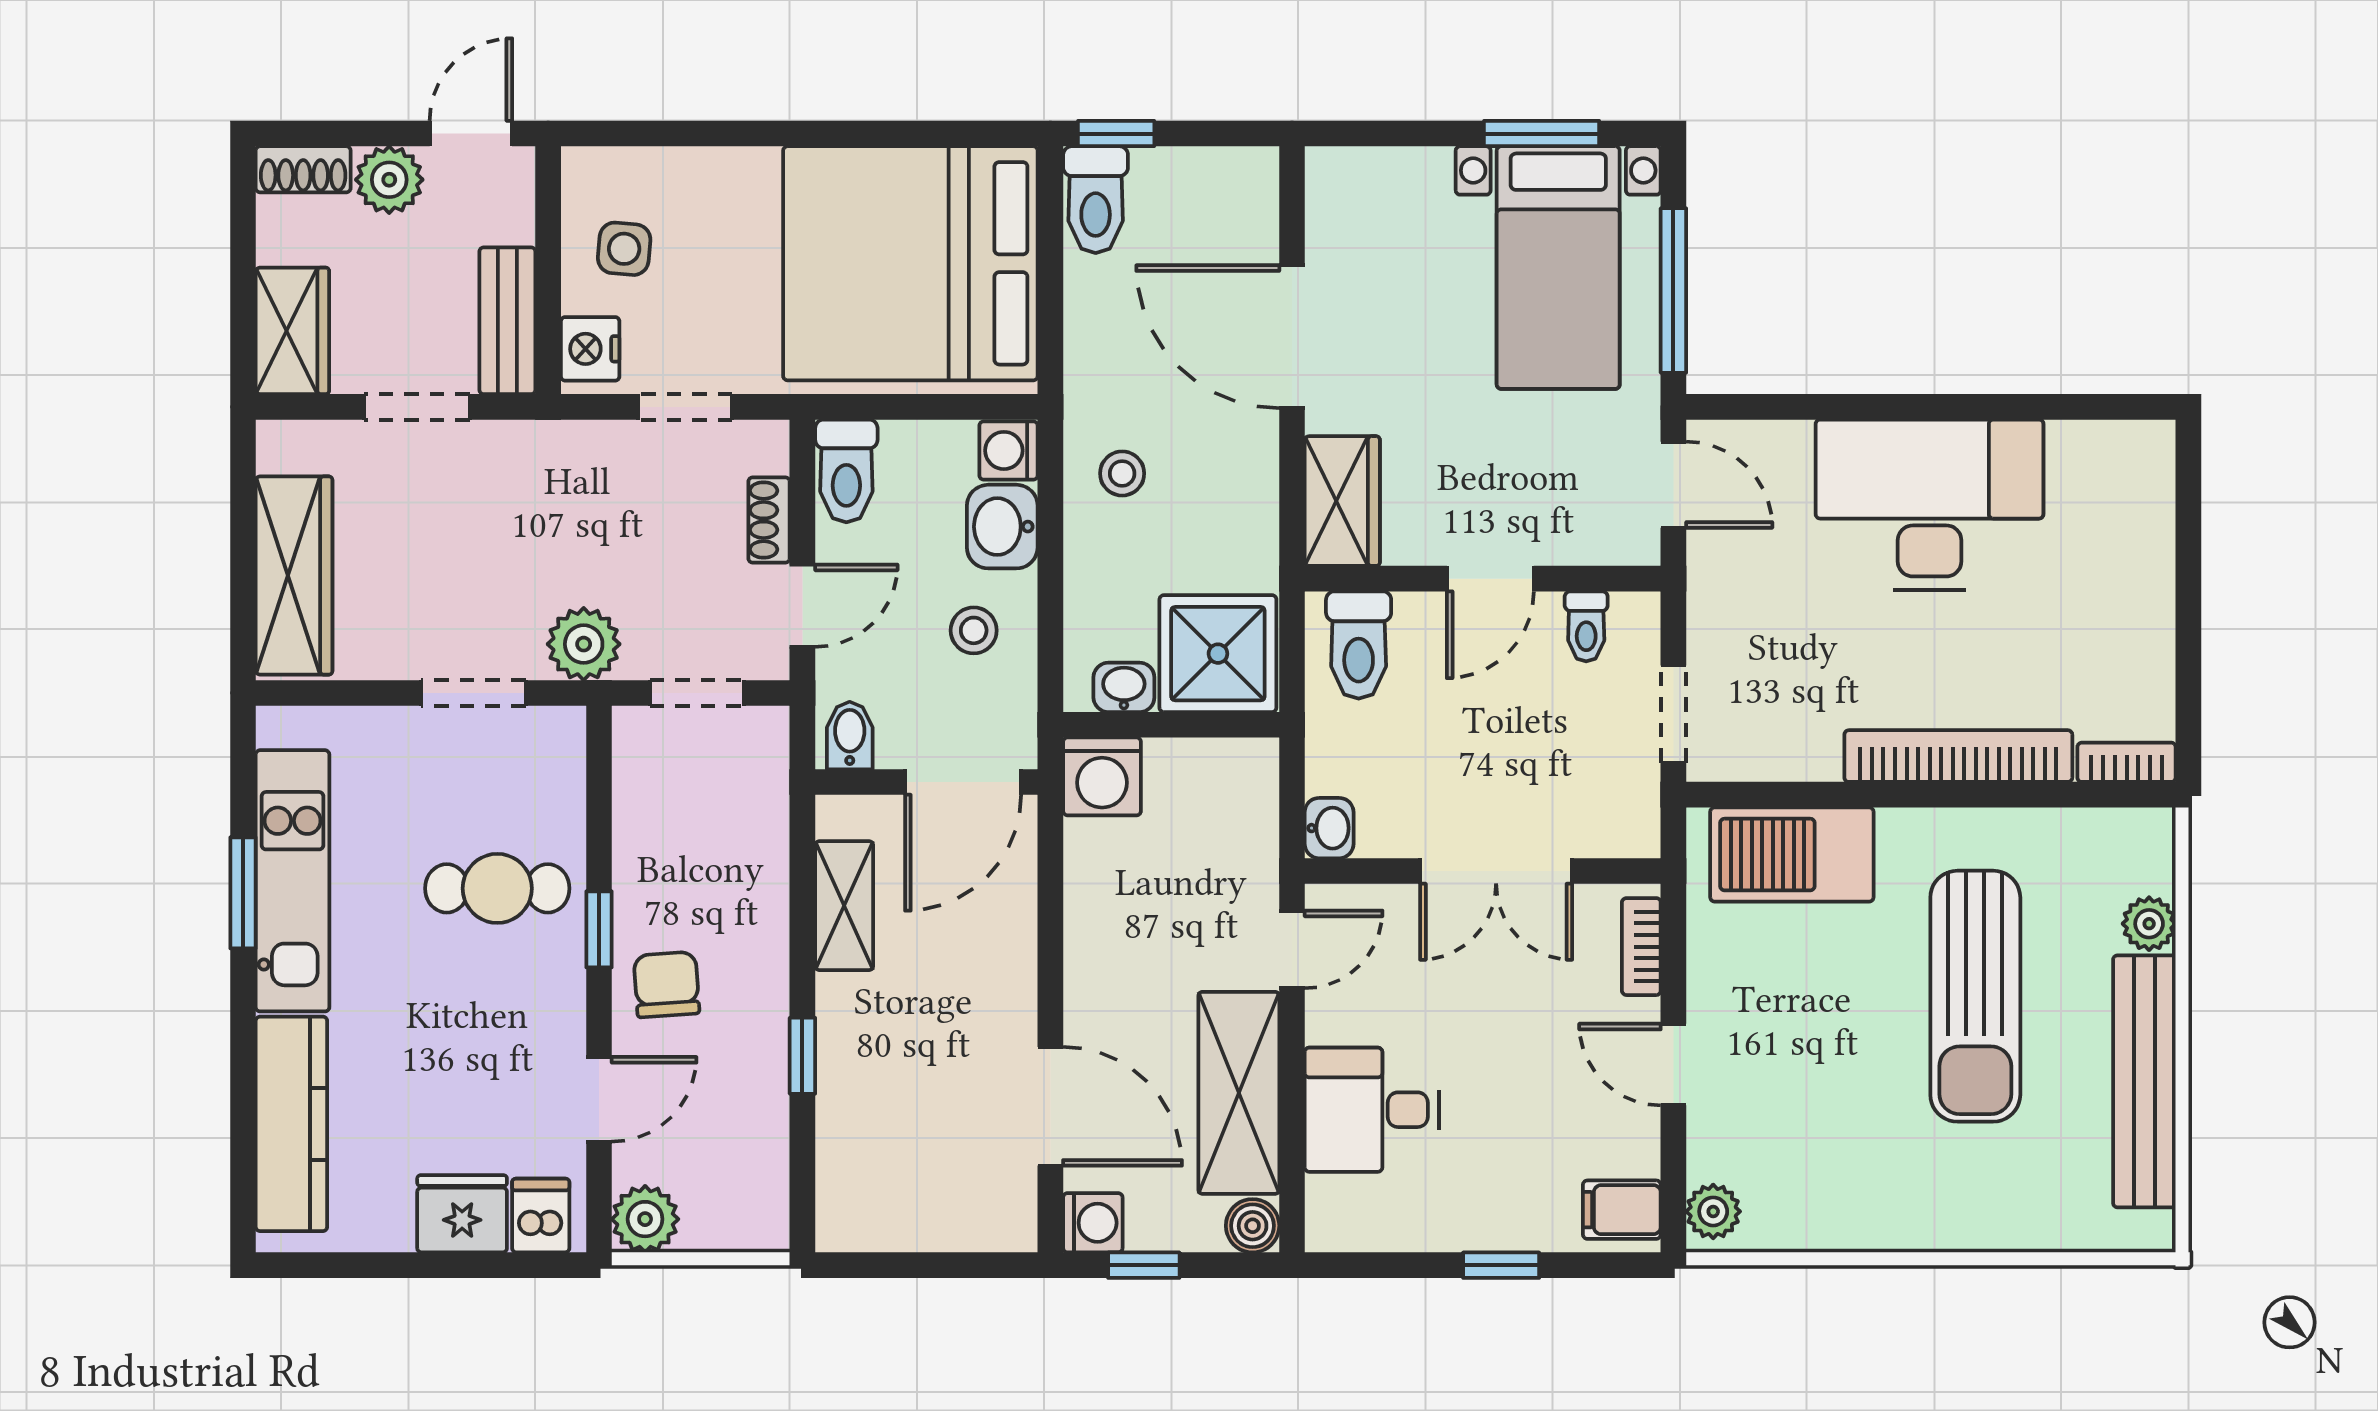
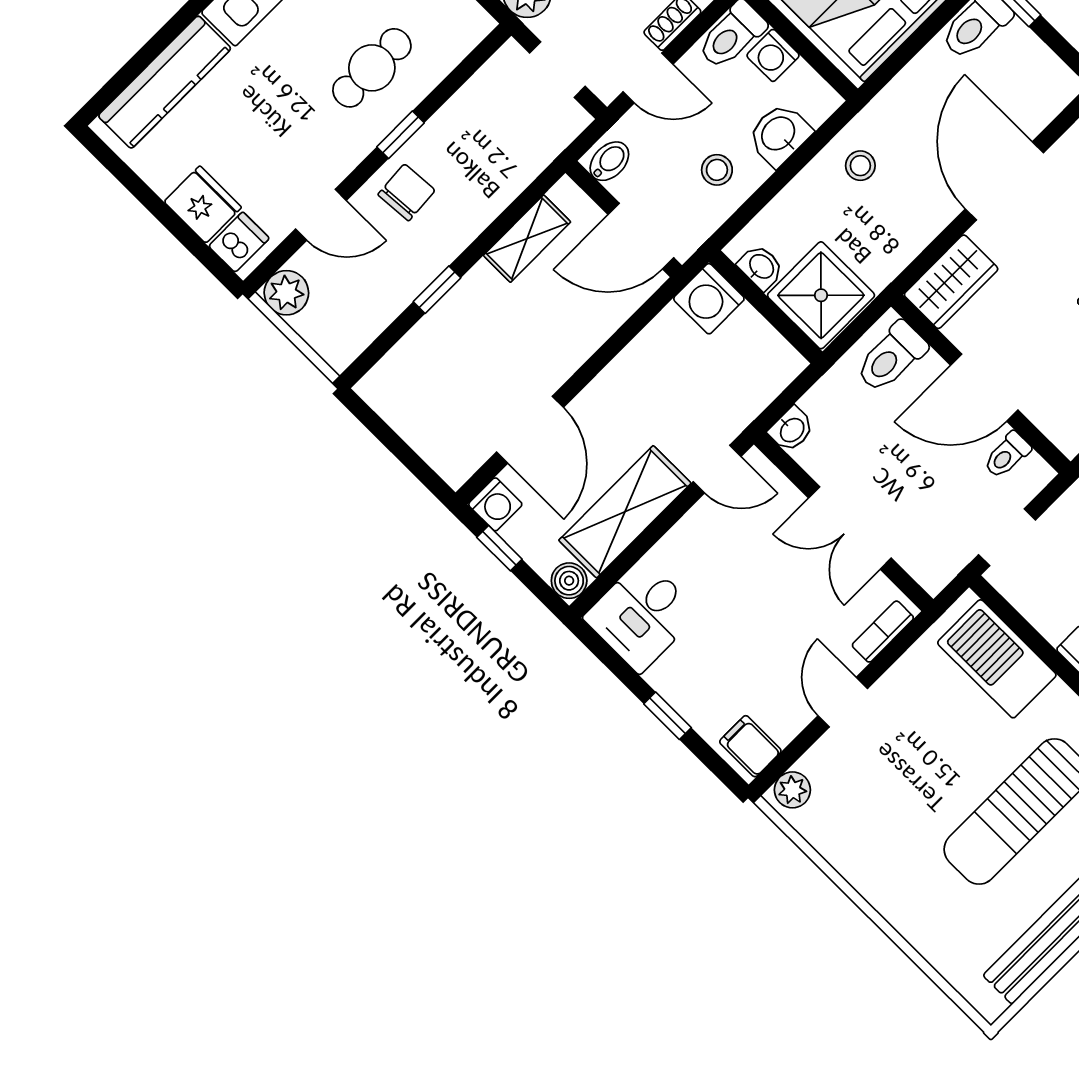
washing machine: (1009, 450) -> (773, 55), moved, turned -90
door: (1490, 579) -> (984, 388), width x1.38
cafe table: (497, 888) -> (372, 68), turned 90
desk: (1372, 1110) -> (642, 615), moved, turned -90

